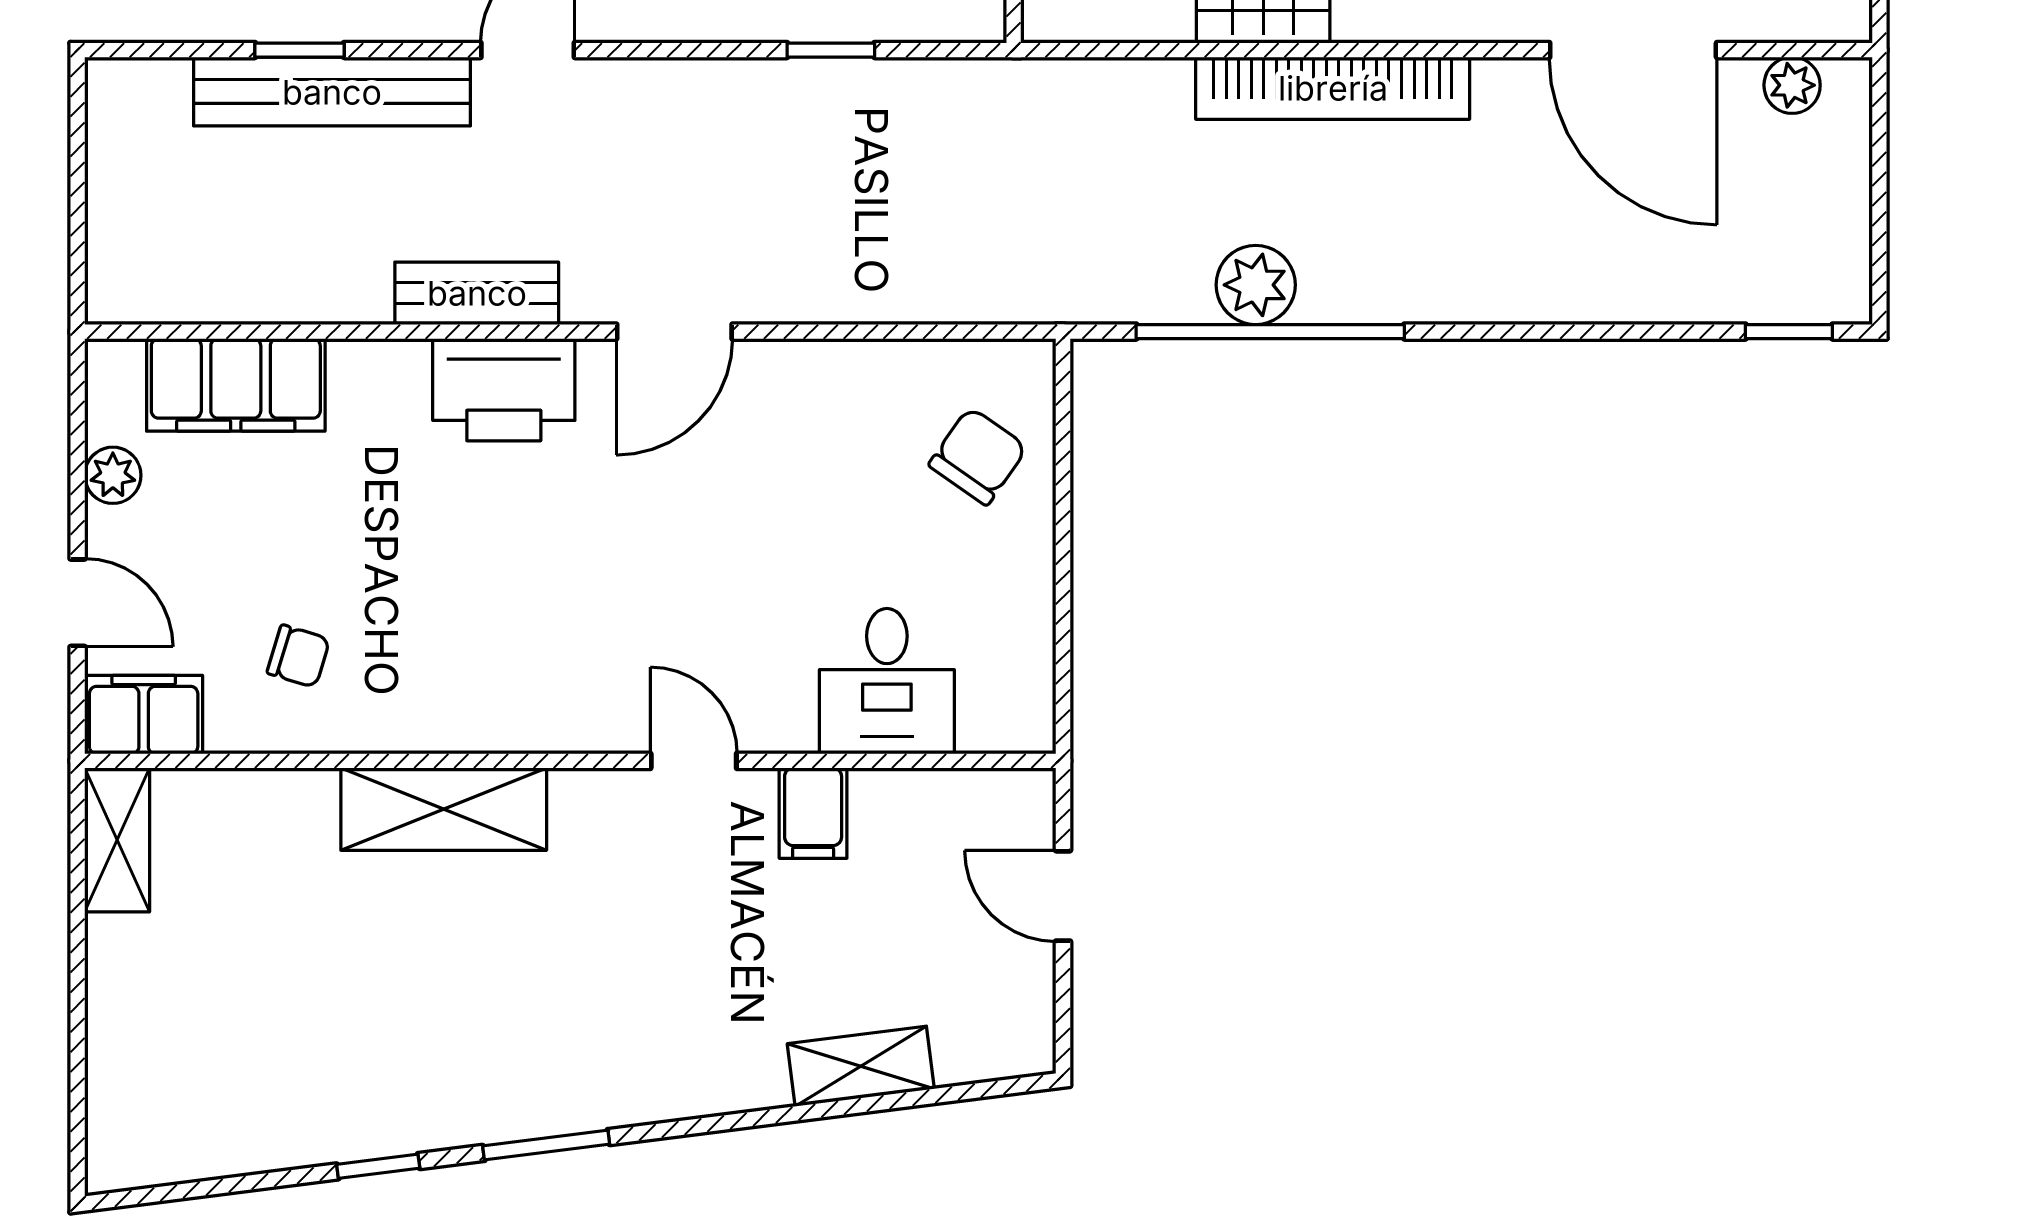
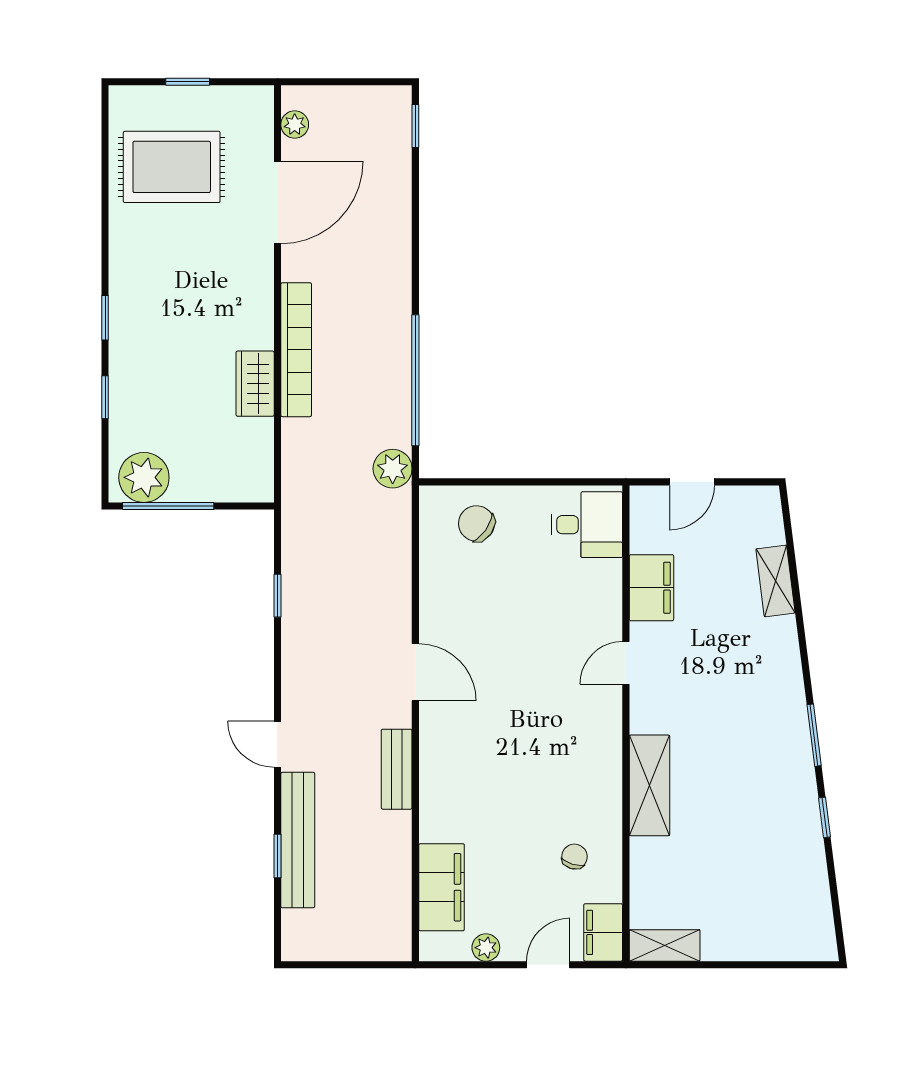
plant: (1256, 285) -> (393, 469), moved
printer: (504, 390) -> (444, 756), removed
desk: (887, 681) -> (587, 525), moved
filing cabinet: (813, 813) -> (651, 588), width x2.00

